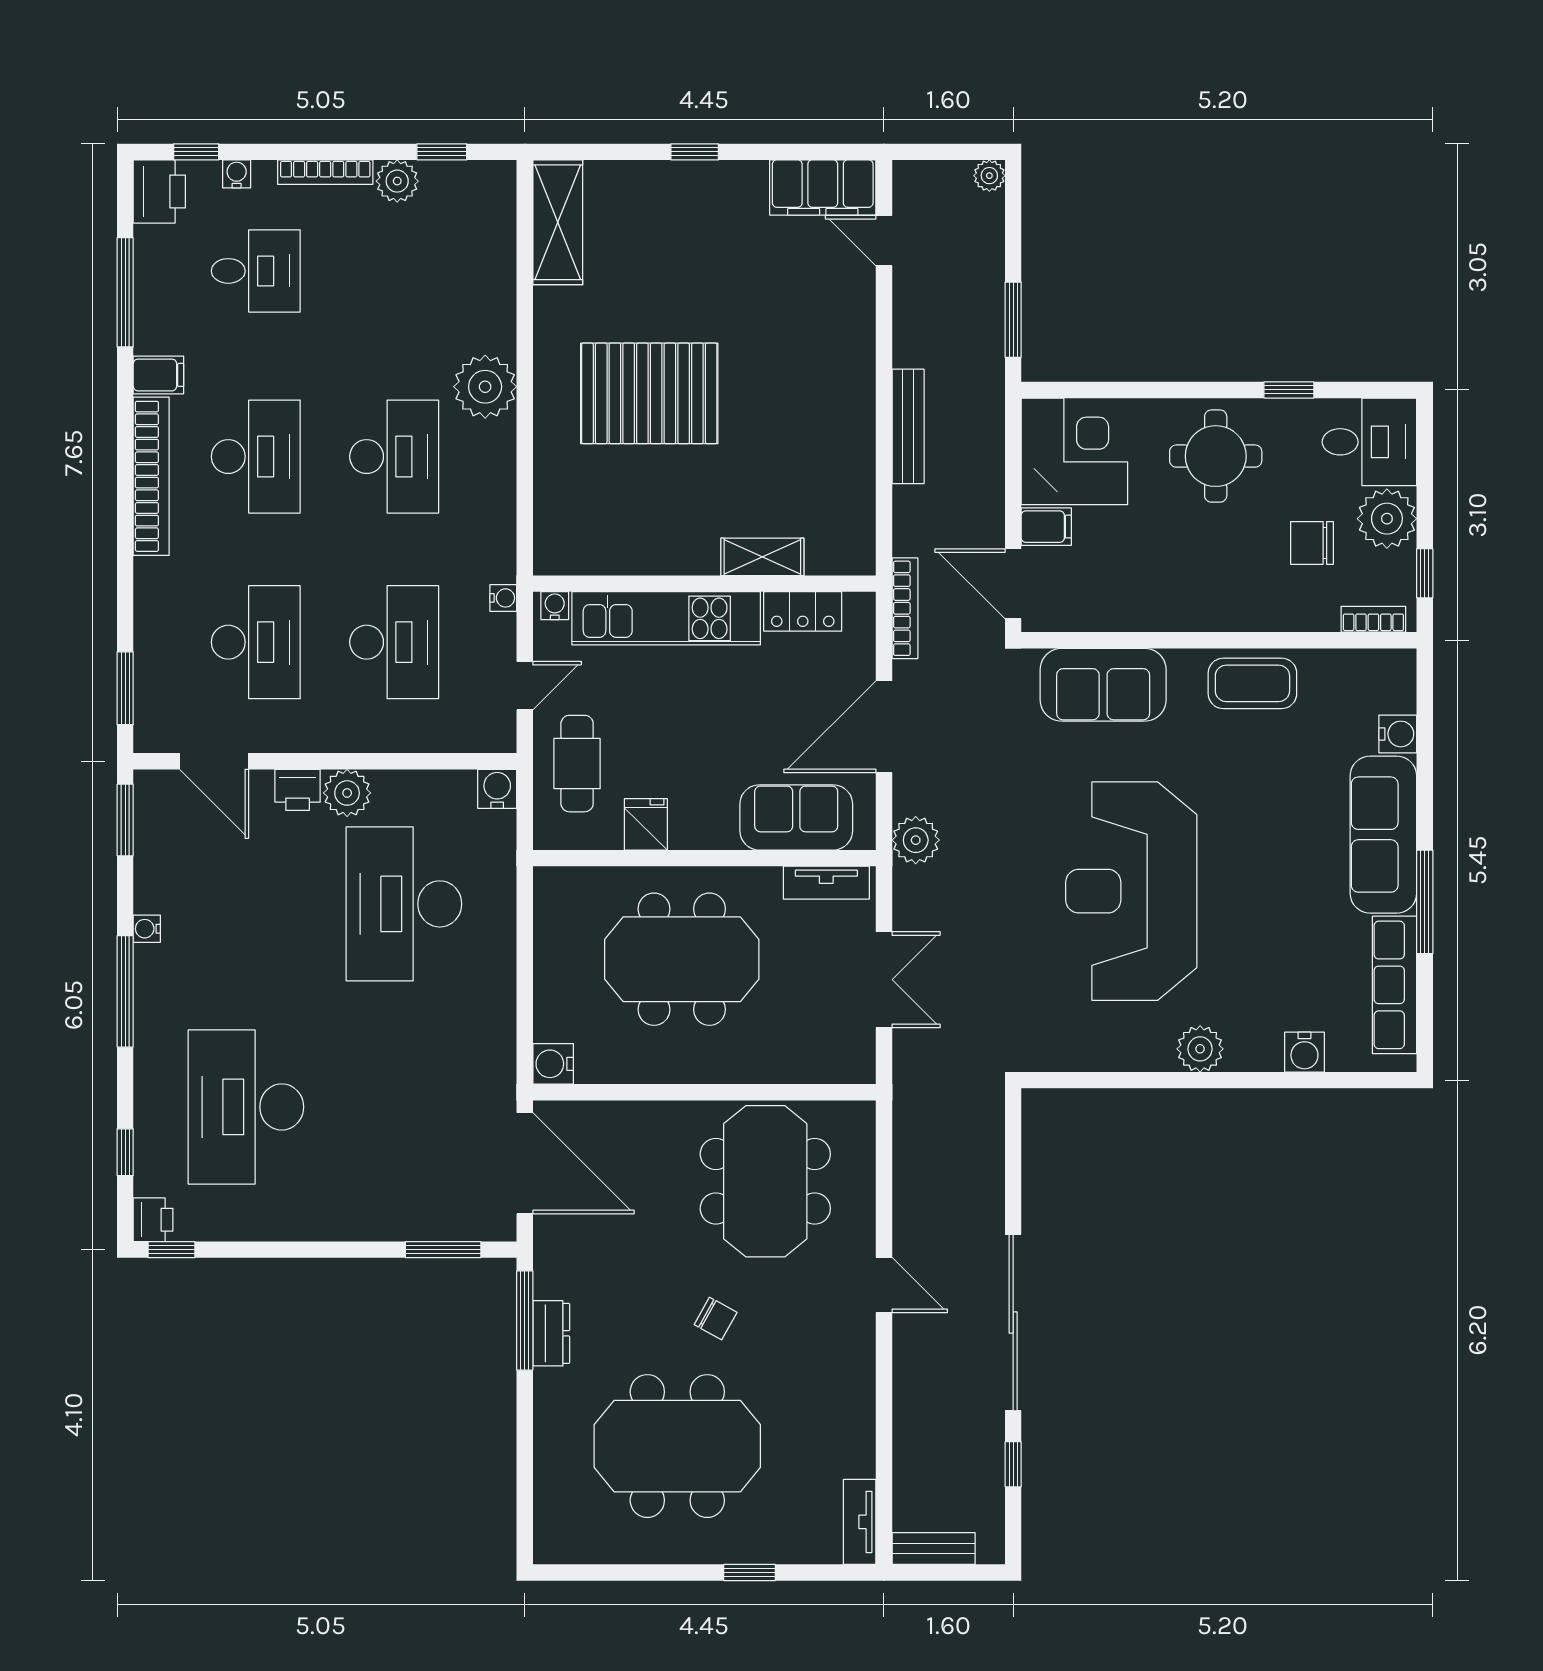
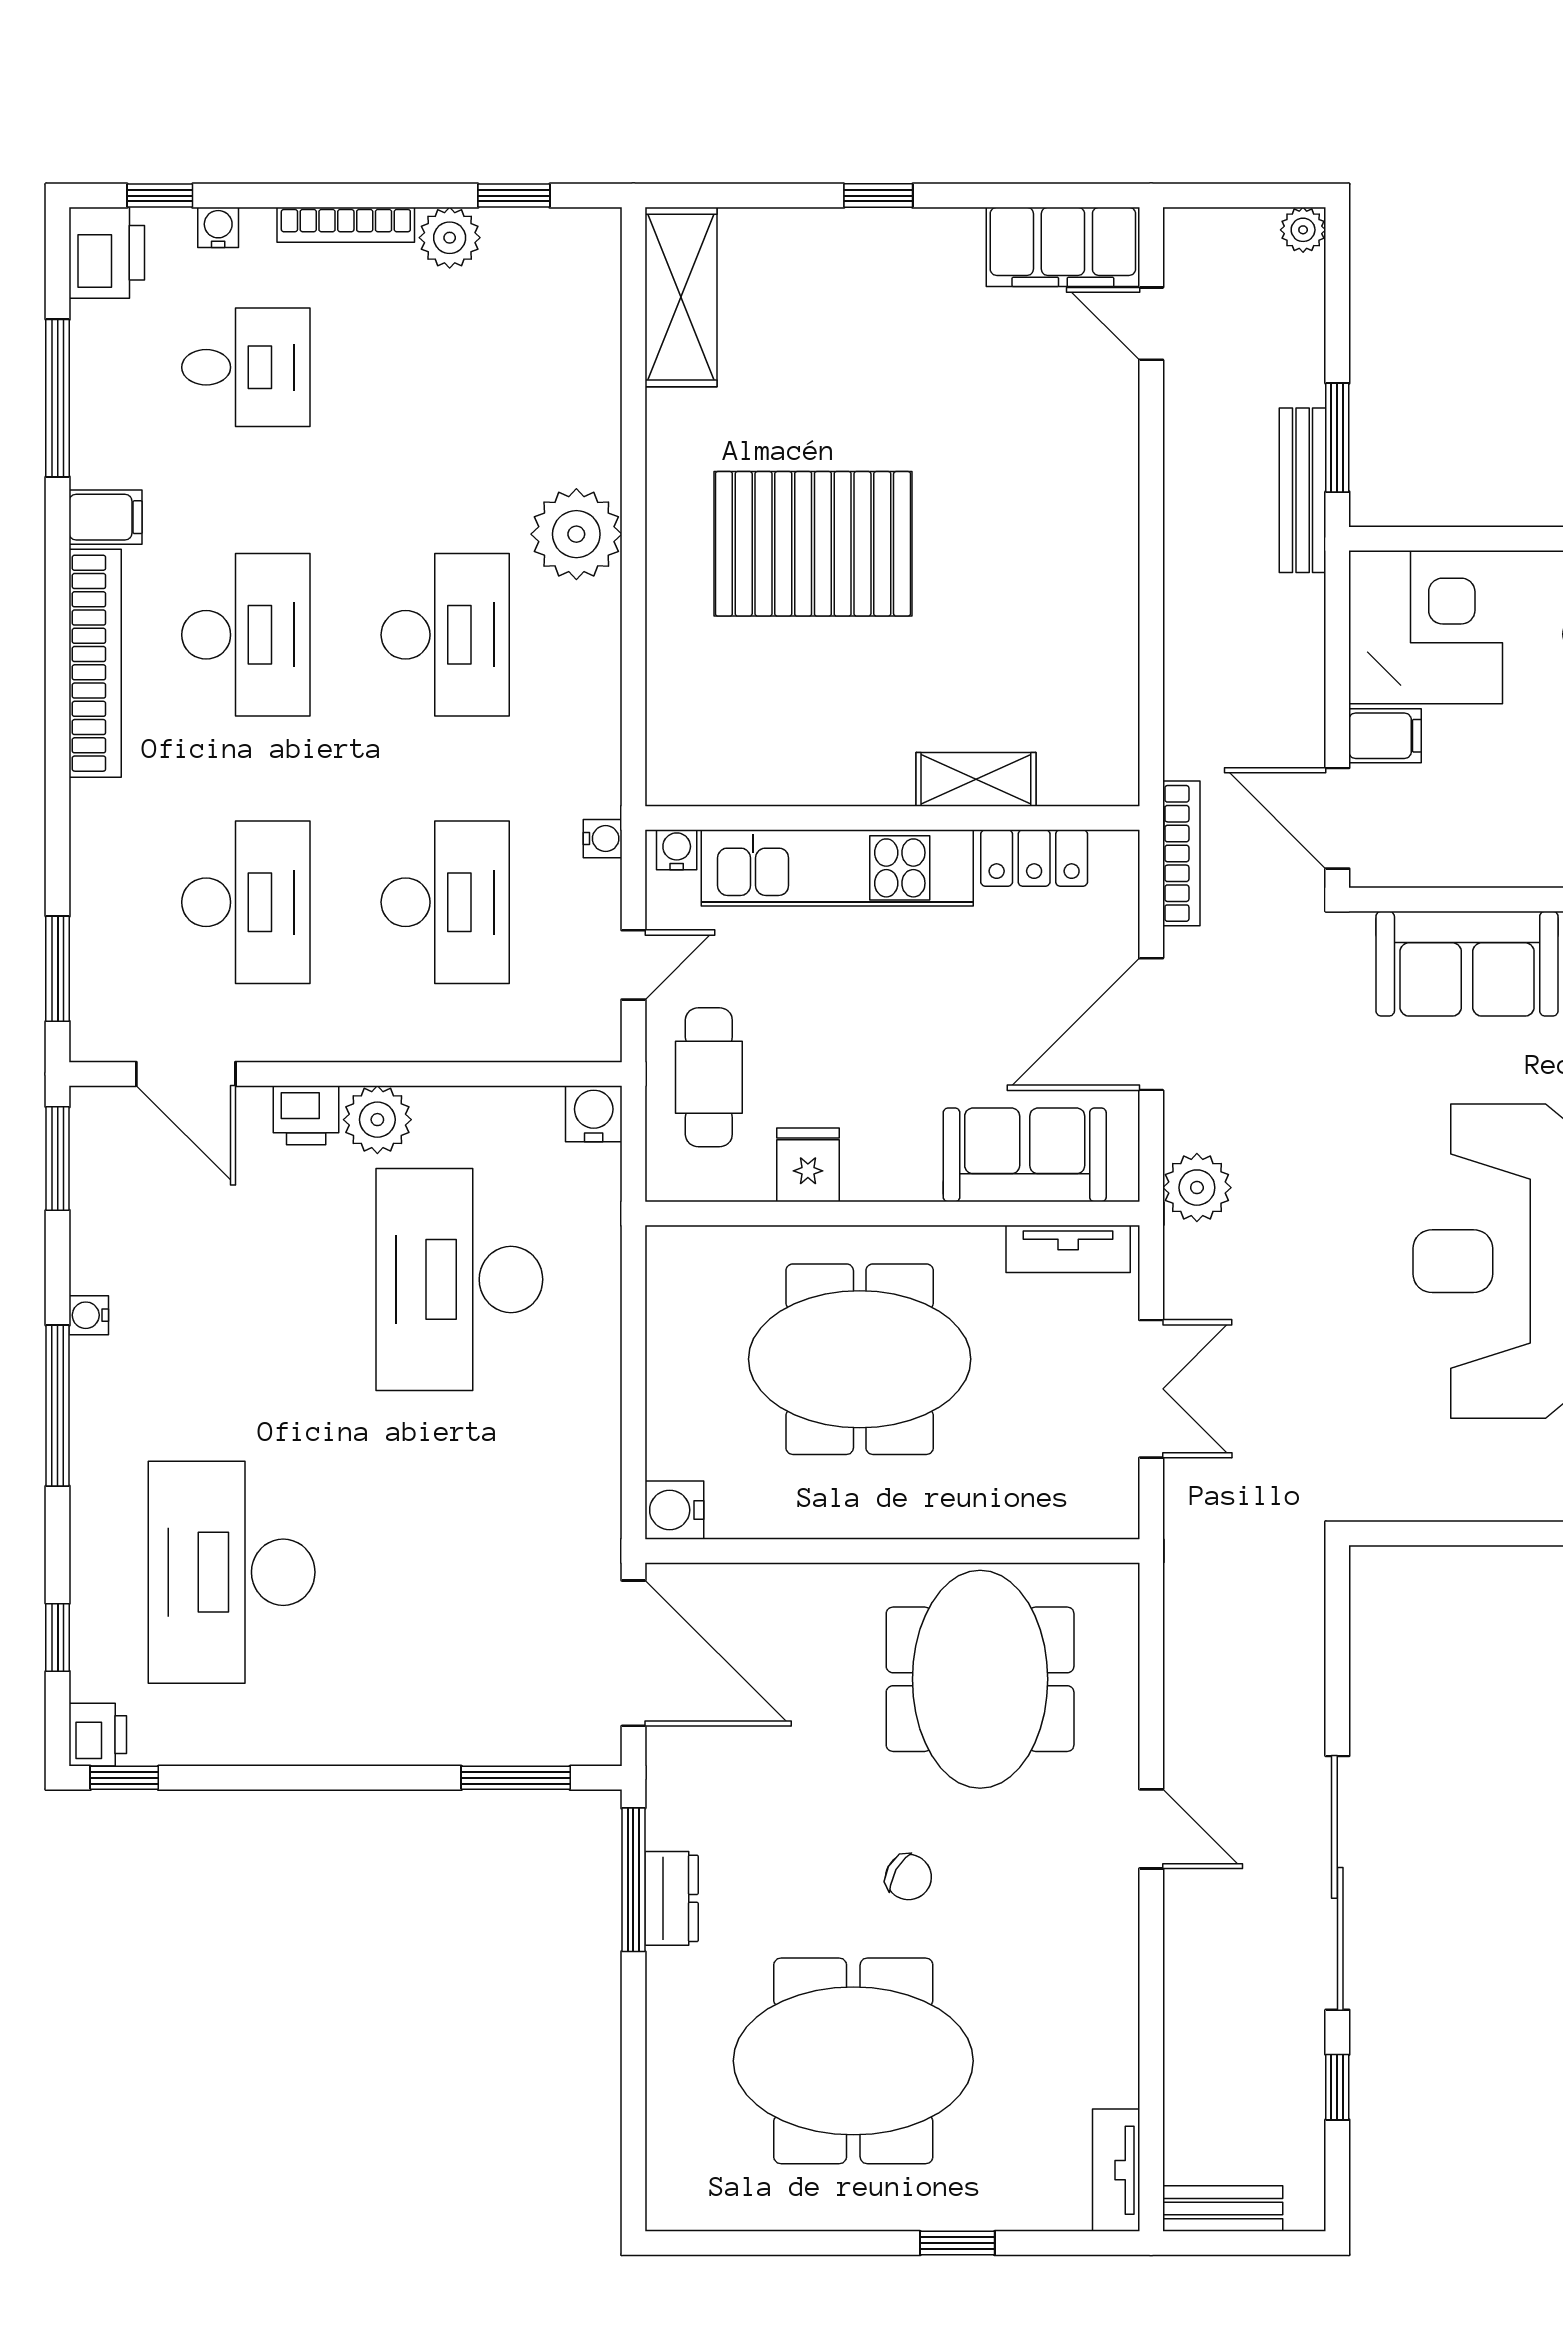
bench: (908, 426) -> (1303, 490), moved

